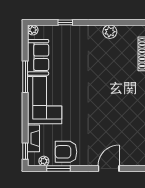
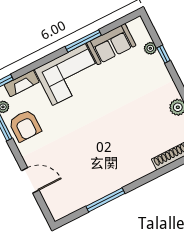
plant: (33, 30) -> (150, 48), moved
armchair: (66, 152) -> (25, 126), turned 180

